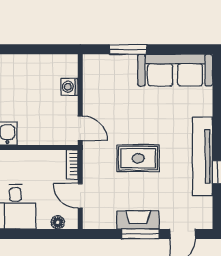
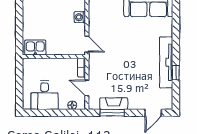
rug: (138, 158) -> (124, 64), removed
fireplace: (138, 220) -> (114, 104), moved
window: (140, 234) -> (112, 113), moved

